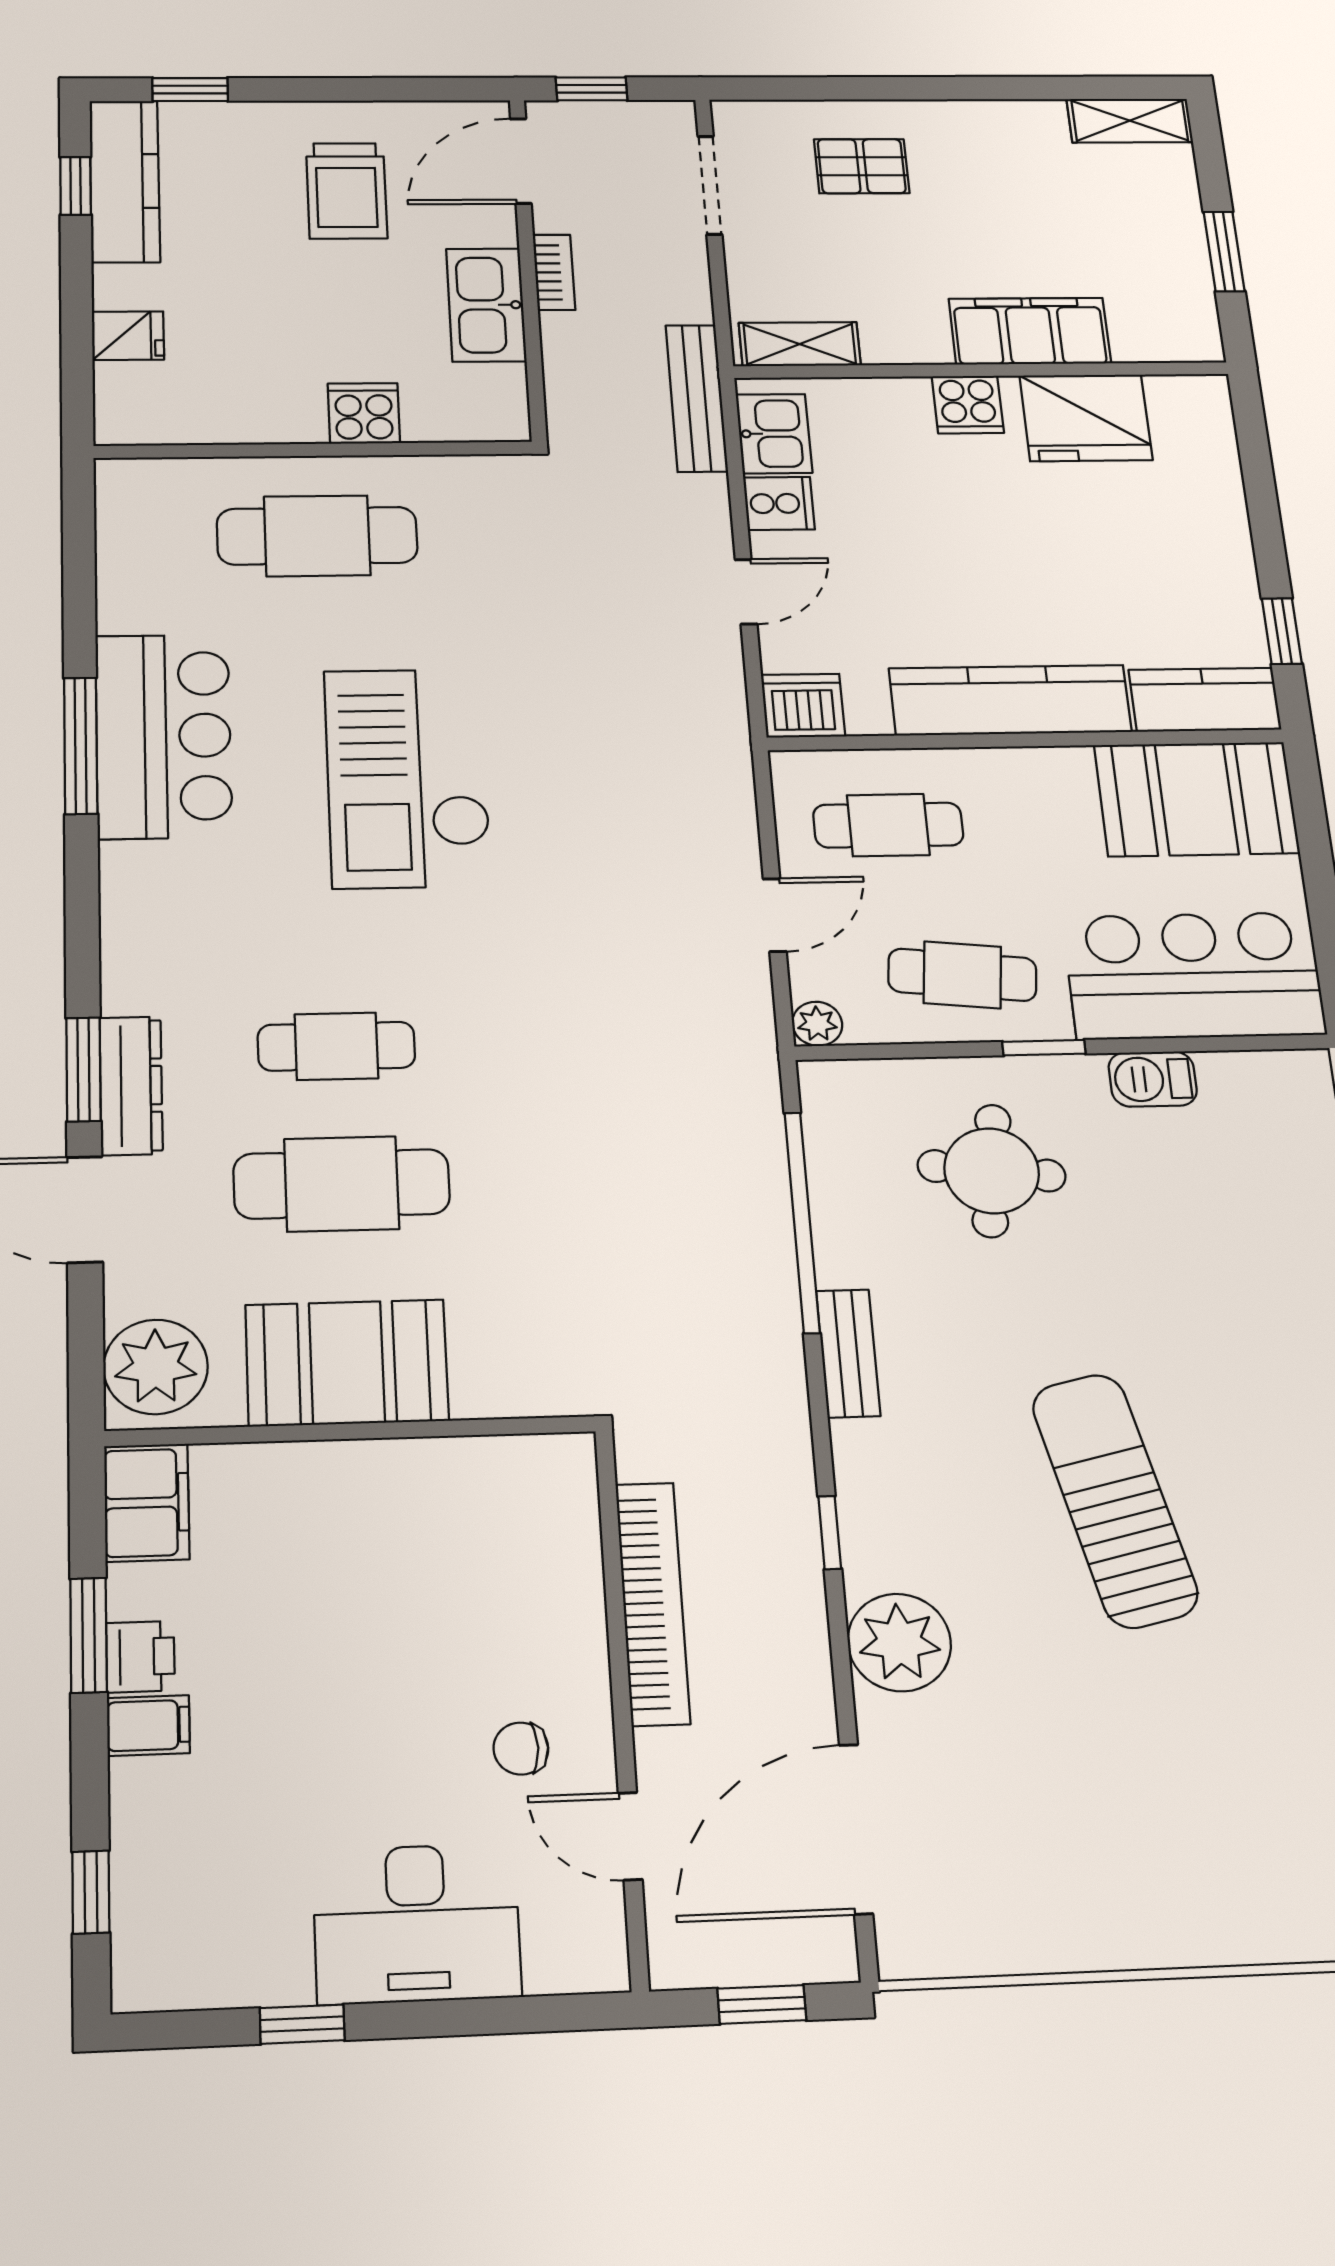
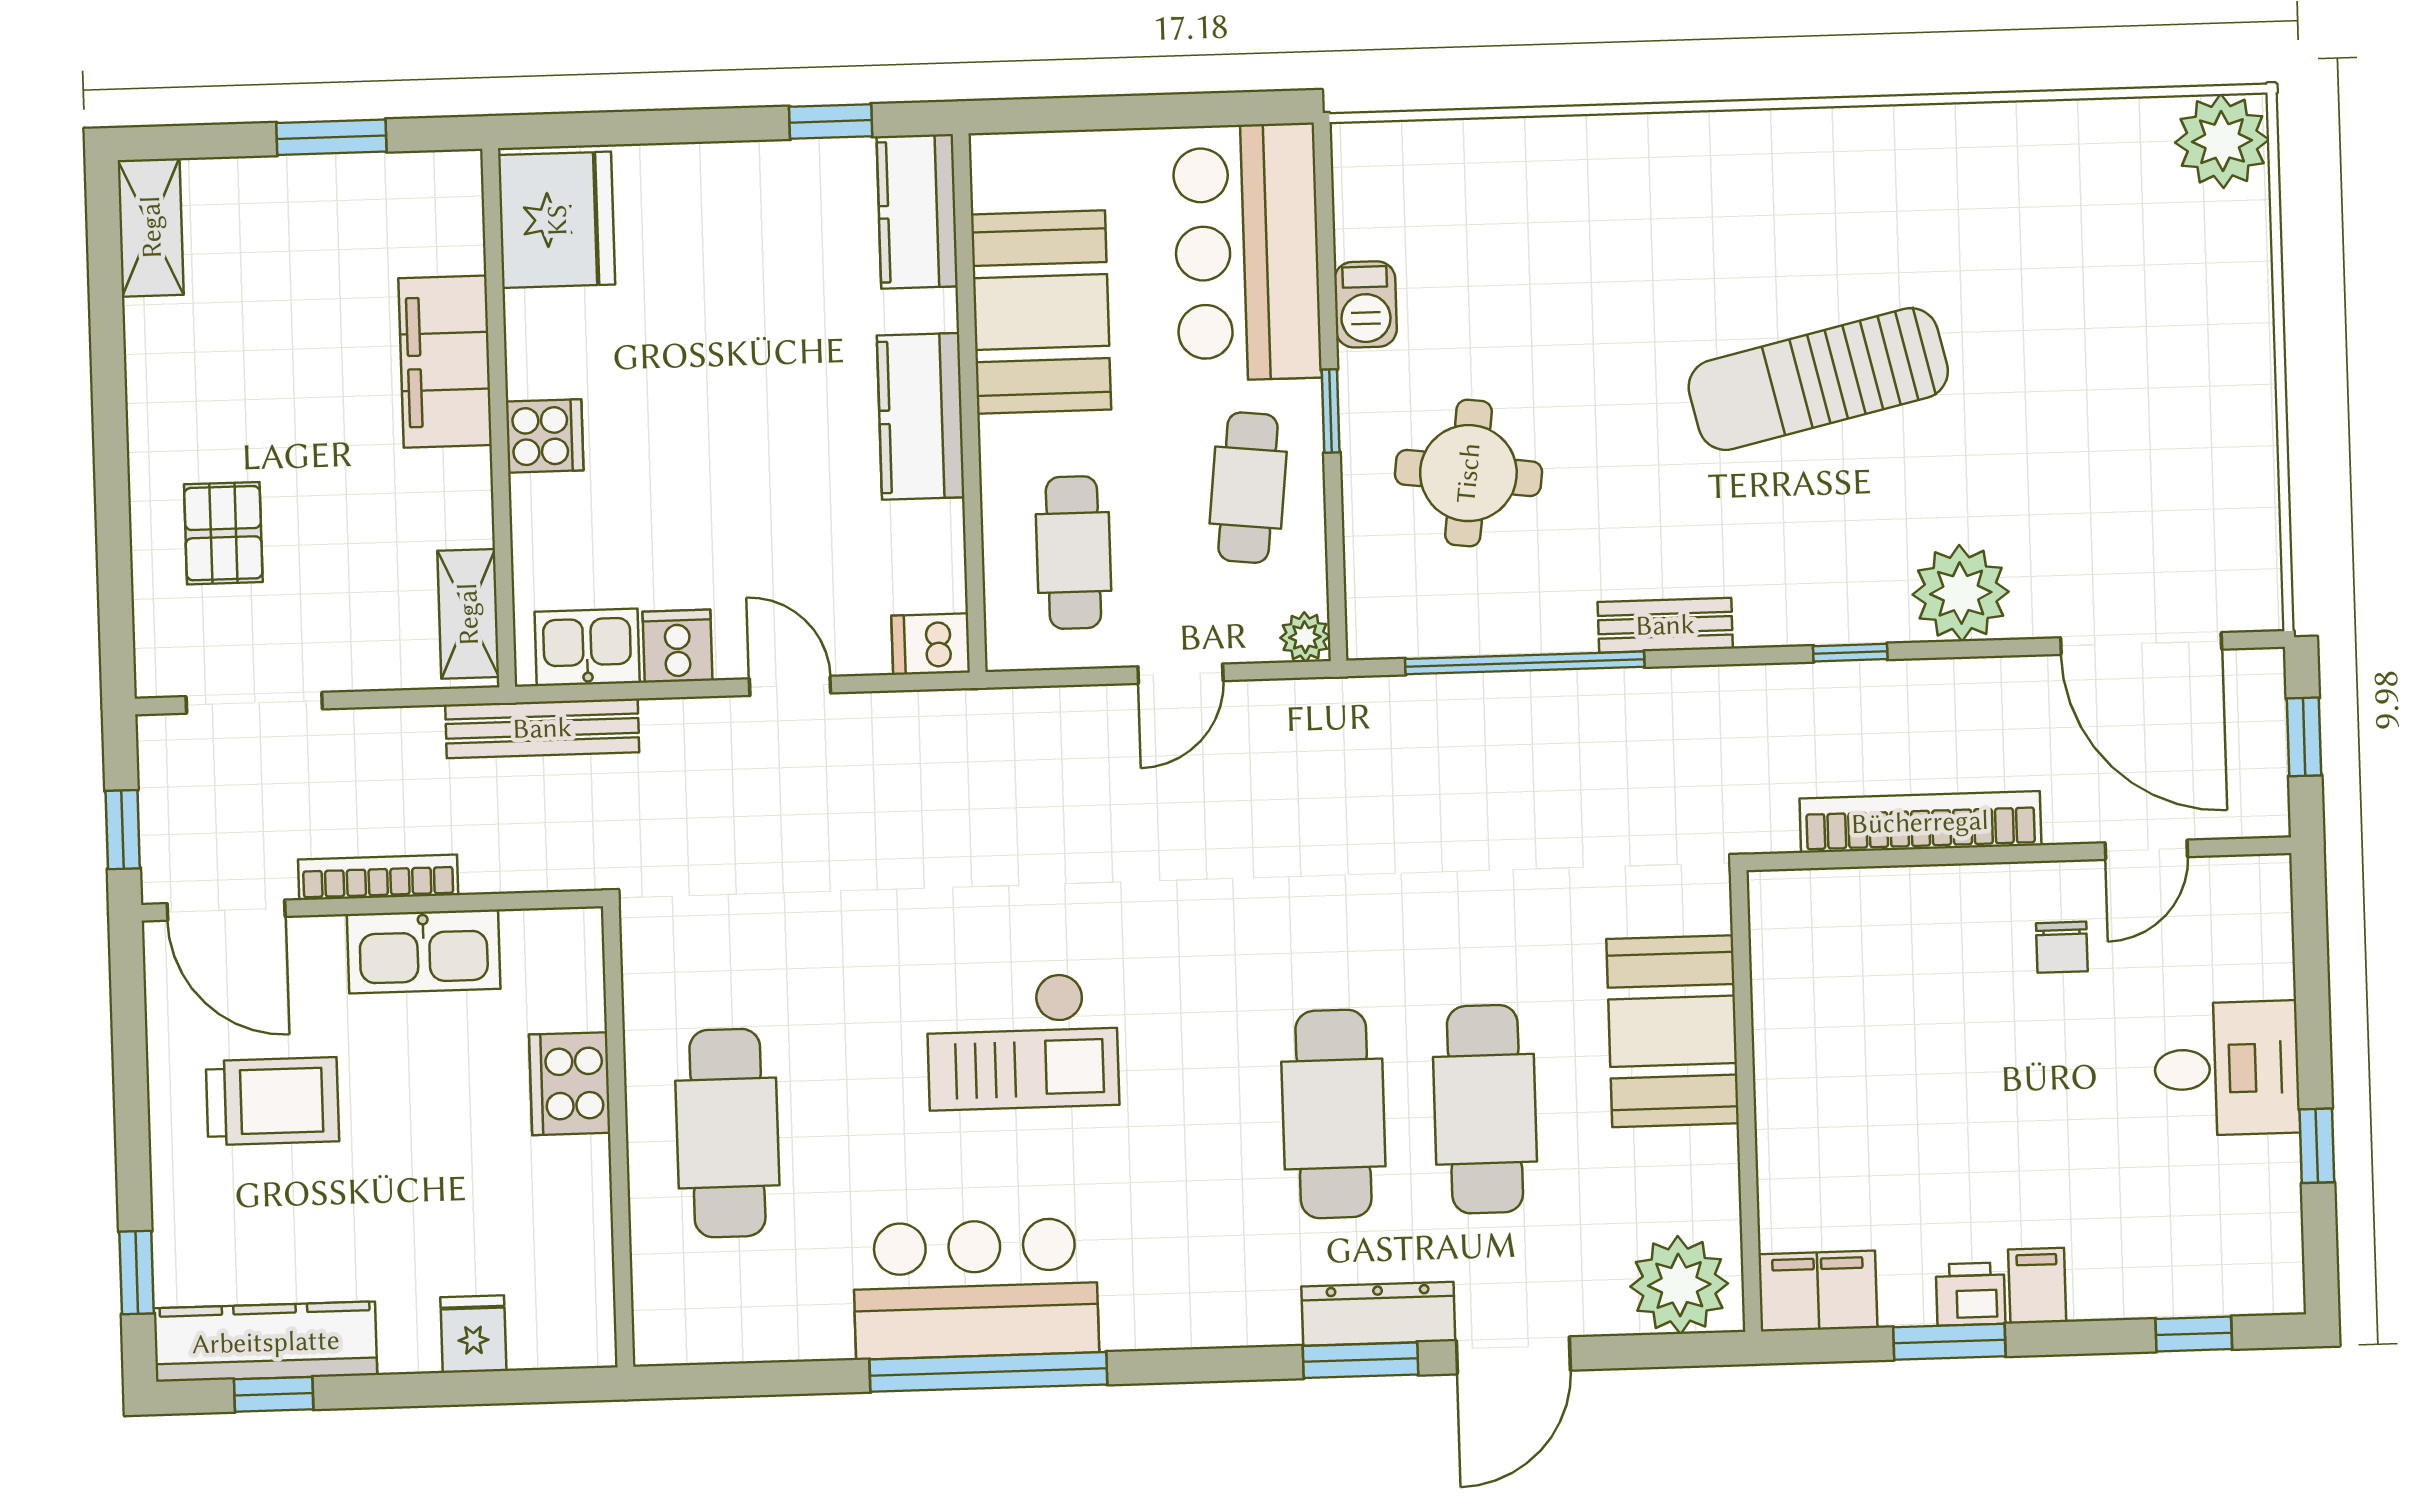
bookcase: (554, 272) -> (378, 877), width x1.56
cooker: (364, 413) -> (570, 1084), width x1.36
fridge: (1086, 418) -> (557, 220), moved
kitchen counter: (1010, 700) -> (921, 416), width x0.67
dishwasher: (803, 706) -> (931, 644), width x0.73
window: (81, 746) -> (988, 1372), width x1.46
checkout: (408, 778) -> (1023, 1041), width x0.73, depth x0.83
booth: (1197, 799) -> (1041, 312), moved
door: (775, 915) -> (1180, 674), swing flipped
cafe table: (336, 1046) -> (1333, 1114), width x1.37, depth x1.35
booth: (347, 1363) -> (1673, 1031), moved
desk: (417, 1923) -> (2227, 1069), width x0.73

